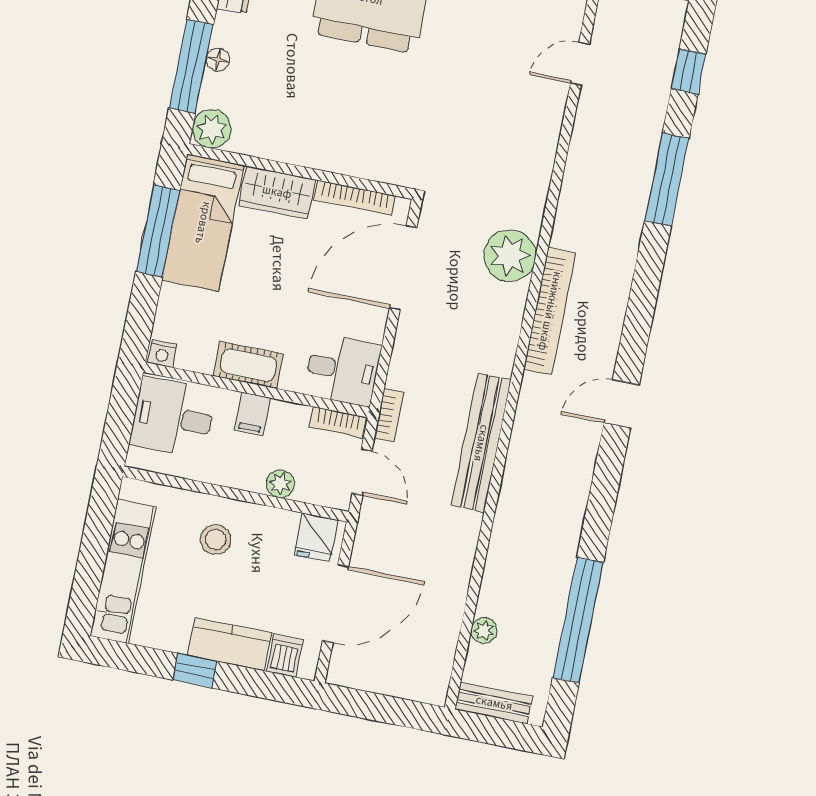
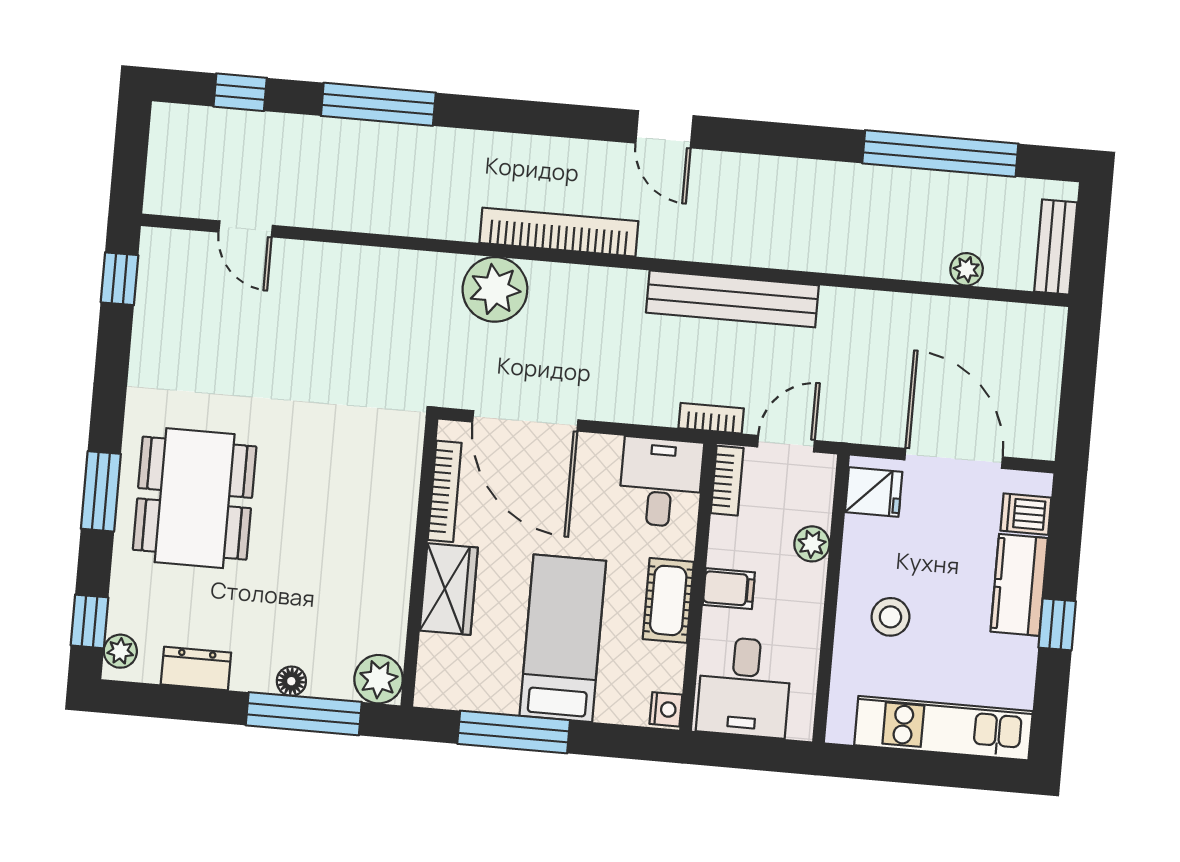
bed: (203, 223) -> (563, 638), moved, turned -90

